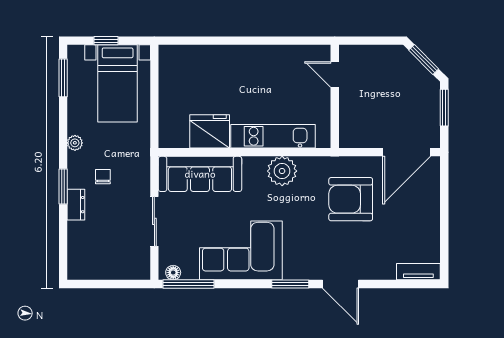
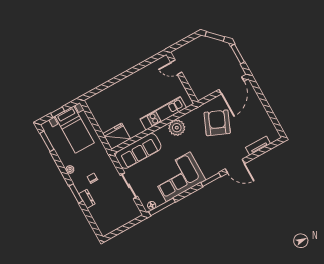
fridge: (210, 131) -> (117, 136), moved
armchair: (351, 199) -> (217, 123), turned 113
tv unit: (418, 272) -> (258, 146), moved

